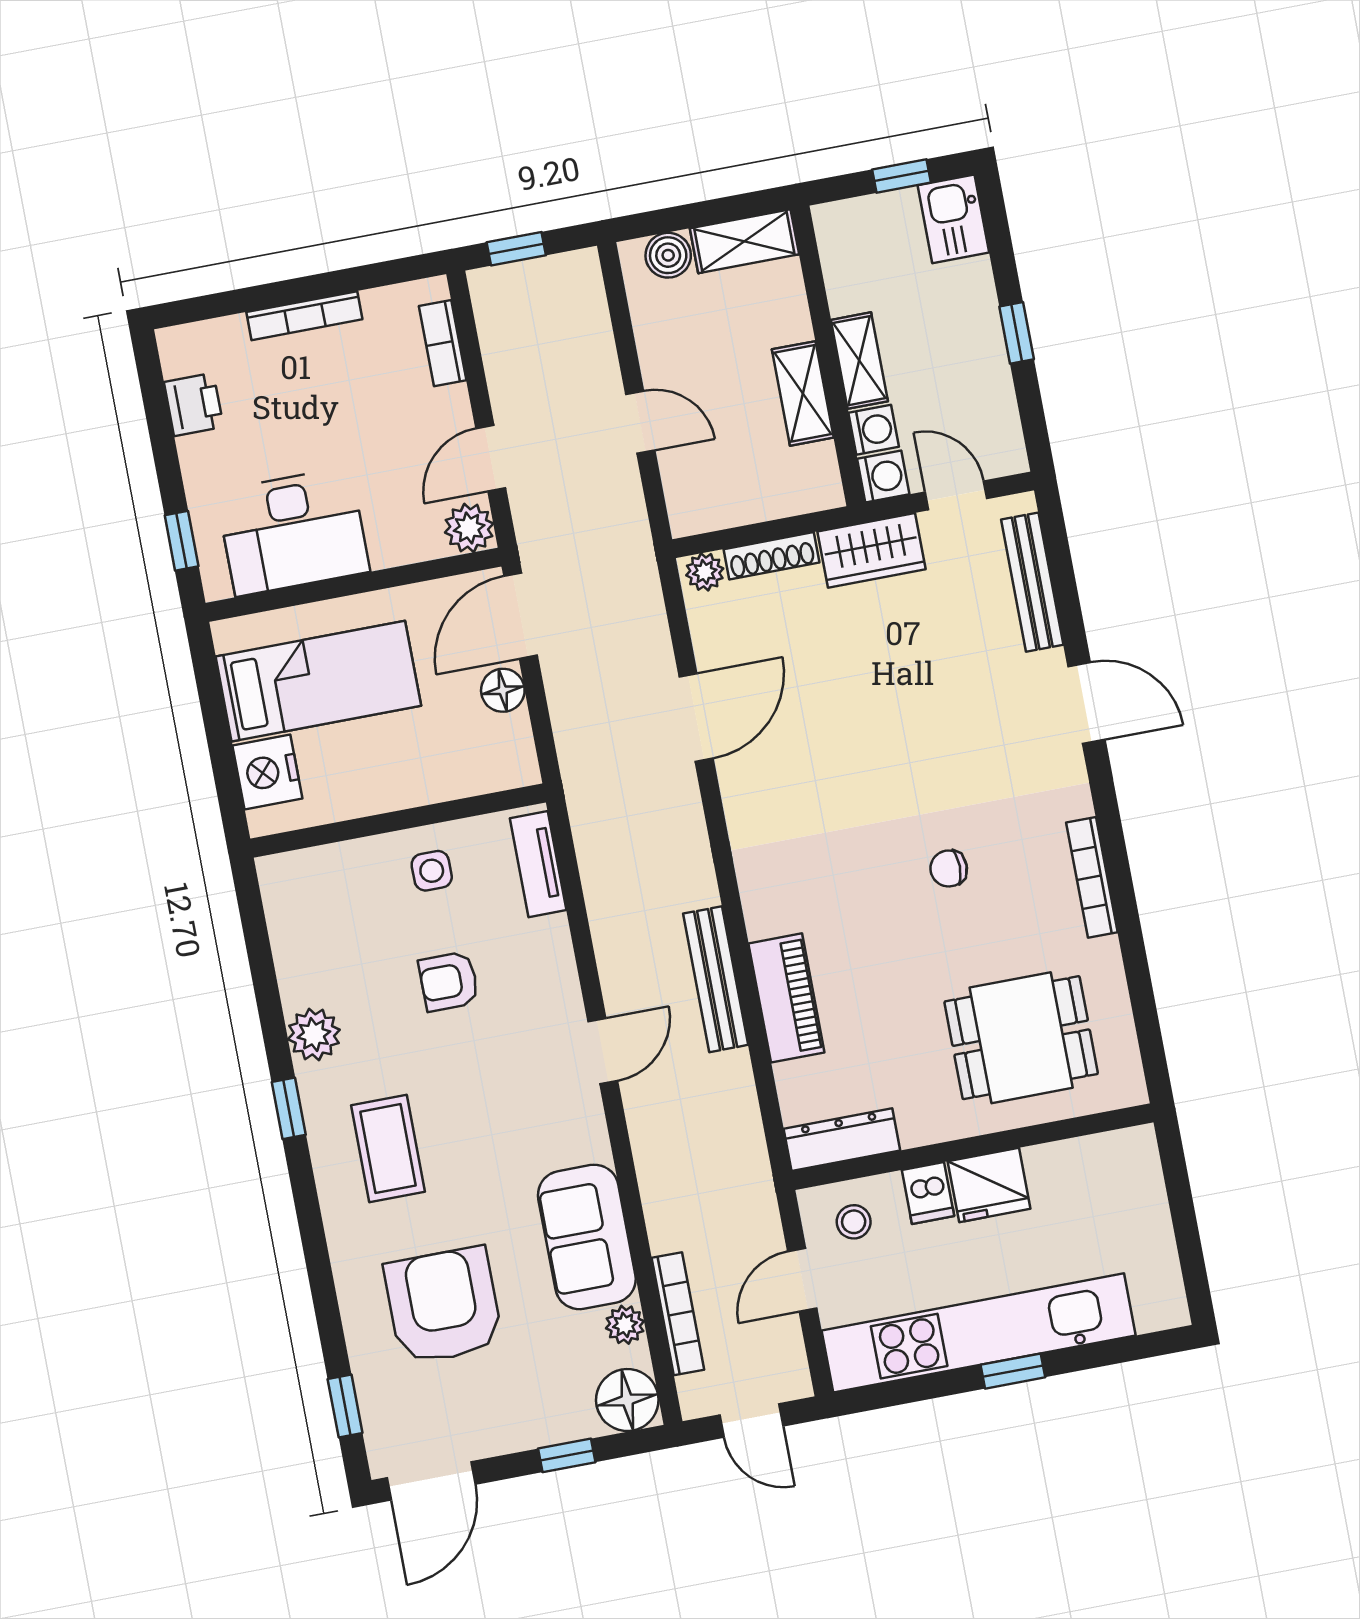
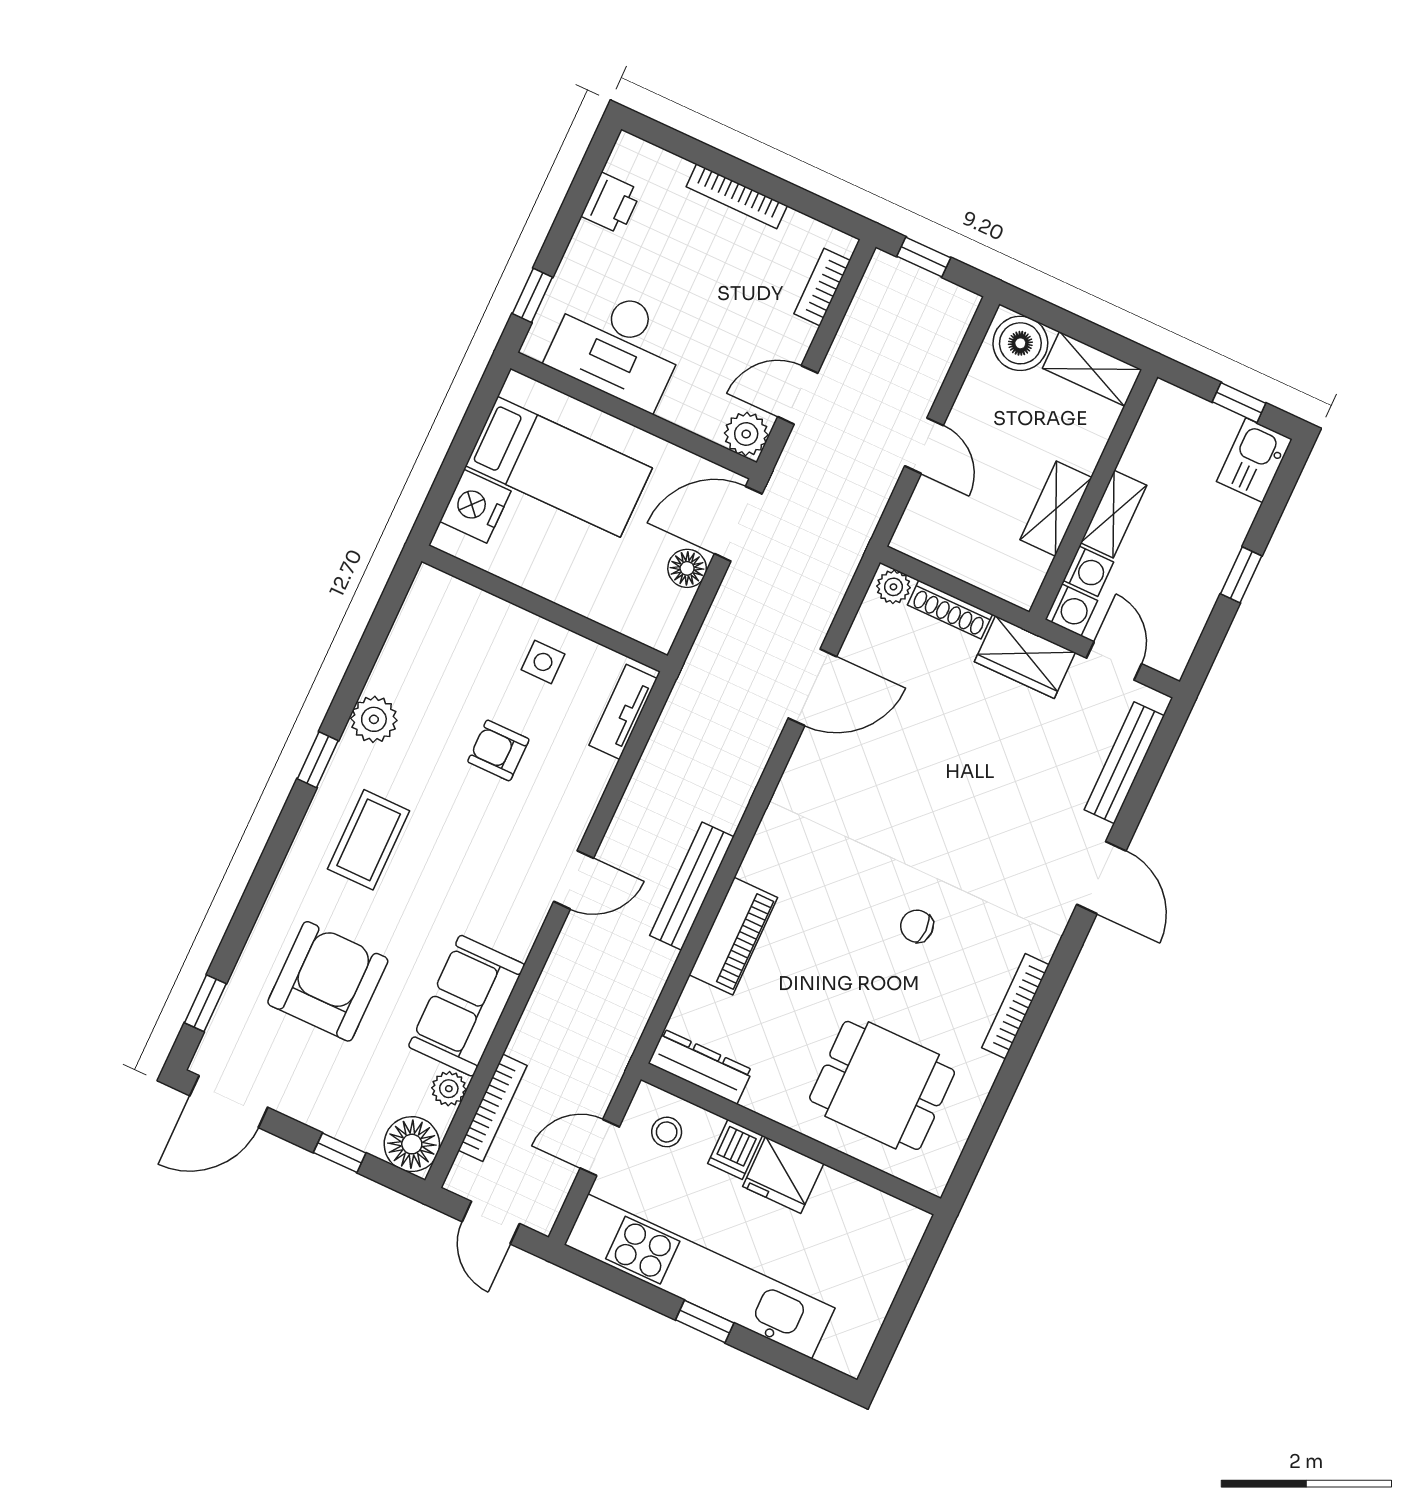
boiler: (668, 255) -> (1020, 343), width x1.36, depth x1.36

